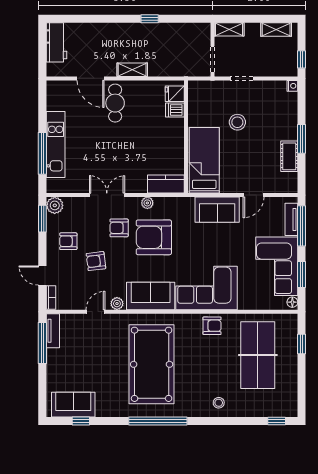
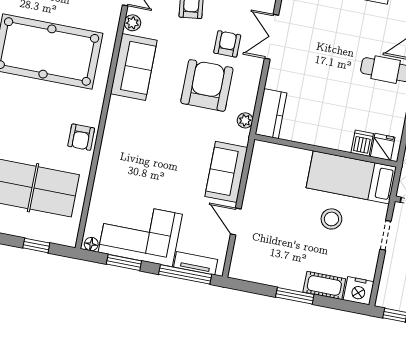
nightstand: (292, 86) -> (359, 291), width x1.89, depth x1.79
cot: (289, 156) -> (324, 285), moved
bed: (204, 160) -> (351, 177), moved, turned 180
double door: (107, 195) -> (272, 37), swing flipped
plant: (147, 203) -> (245, 120), moved
corner sofa: (206, 288) -> (130, 139), removed

